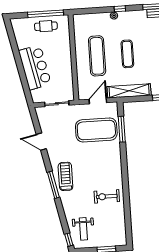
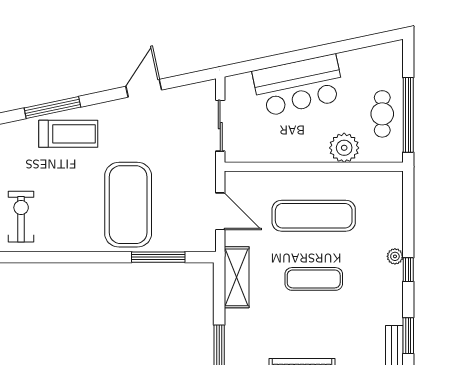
plant: (63, 43) -> (344, 148), added
shelving: (129, 91) -> (237, 277), width x0.68
exercise mat: (96, 130) -> (128, 205), moved

